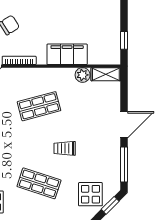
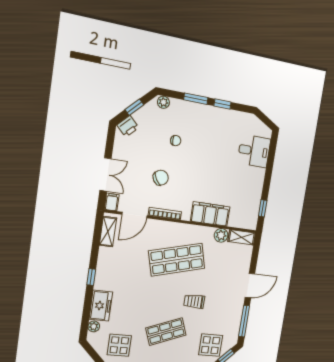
shop shelf: (39, 106) -> (177, 260), width x1.43, depth x1.36
shop shelf: (39, 183) -> (166, 332), turned -39

